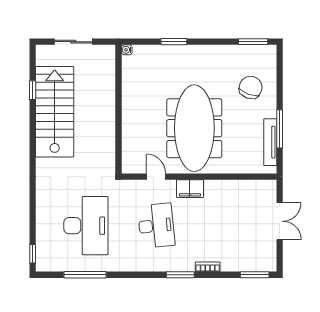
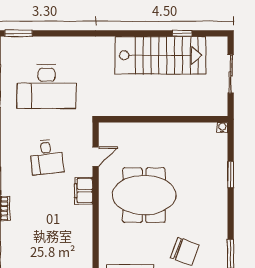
meeting table: (194, 128) -> (144, 195), width x0.73
desk: (156, 226) -> (47, 157), width x0.73
window: (33, 254) -> (18, 33), width x1.50

